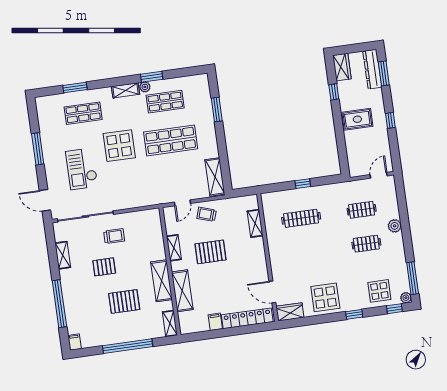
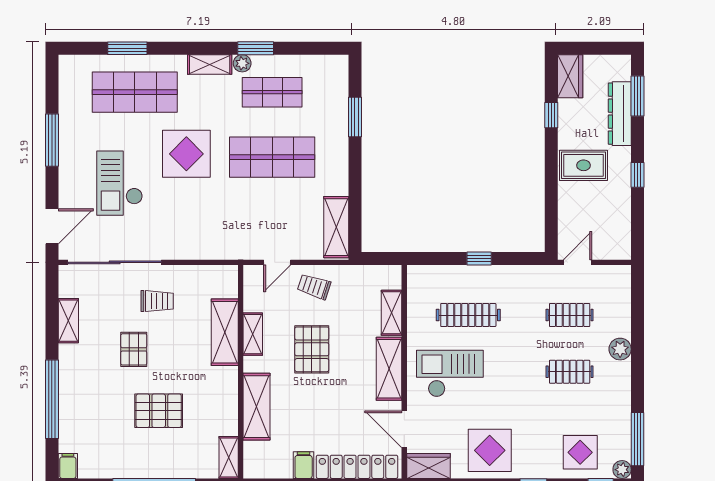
dresser: (372, 69) -> (620, 114), moved
shop shelf: (83, 113) -> (135, 92), width x1.43, depth x1.36
door: (379, 175) -> (578, 262), moved
door: (45, 200) -> (52, 226), swing flipped
pallet: (210, 252) -> (312, 349), turned 90
checkout: (295, 255) -> (450, 374), added
shelving: (258, 257) -> (389, 369), added
pallet: (104, 267) -> (134, 349), turned 90
shelving: (161, 281) -> (225, 332), moved

